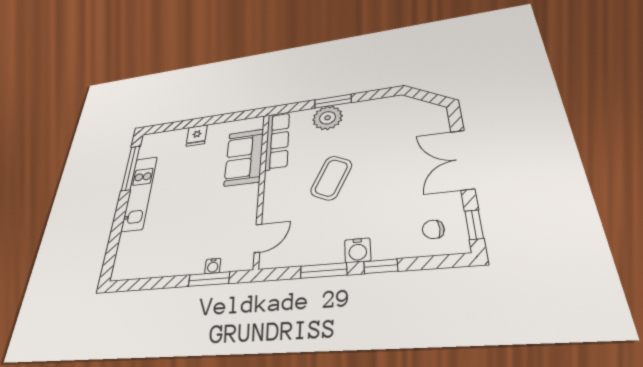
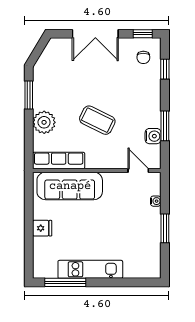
window: (333, 101) -> (29, 95), moved
sofa: (244, 157) -> (70, 186), width x1.36
water cooler: (358, 250) -> (153, 136), moved
window: (381, 266) -> (165, 69), moved
window: (209, 279) -> (165, 228), moved

